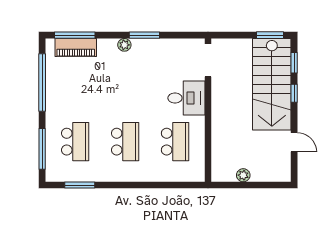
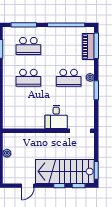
school desk: (175, 142) -> (69, 78), moved

